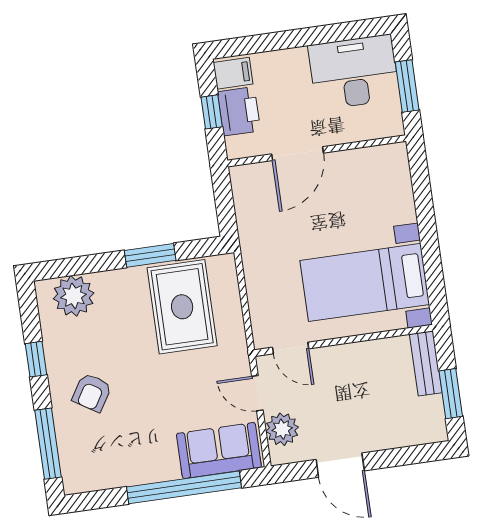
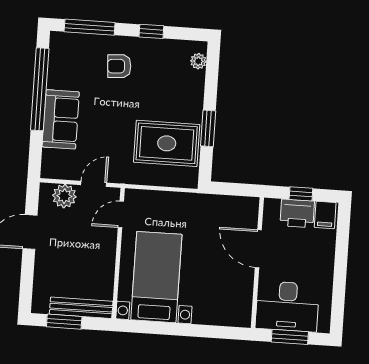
desk: (354, 72) -> (287, 306), moved, turned 90
plant: (74, 296) -> (198, 61), width x0.53, depth x0.53
bench: (426, 363) -> (81, 308), width x1.36
armchair: (92, 393) -> (119, 66), turned -36
sofa: (219, 450) -> (61, 119), moved
window: (184, 487) -> (40, 89), moved

